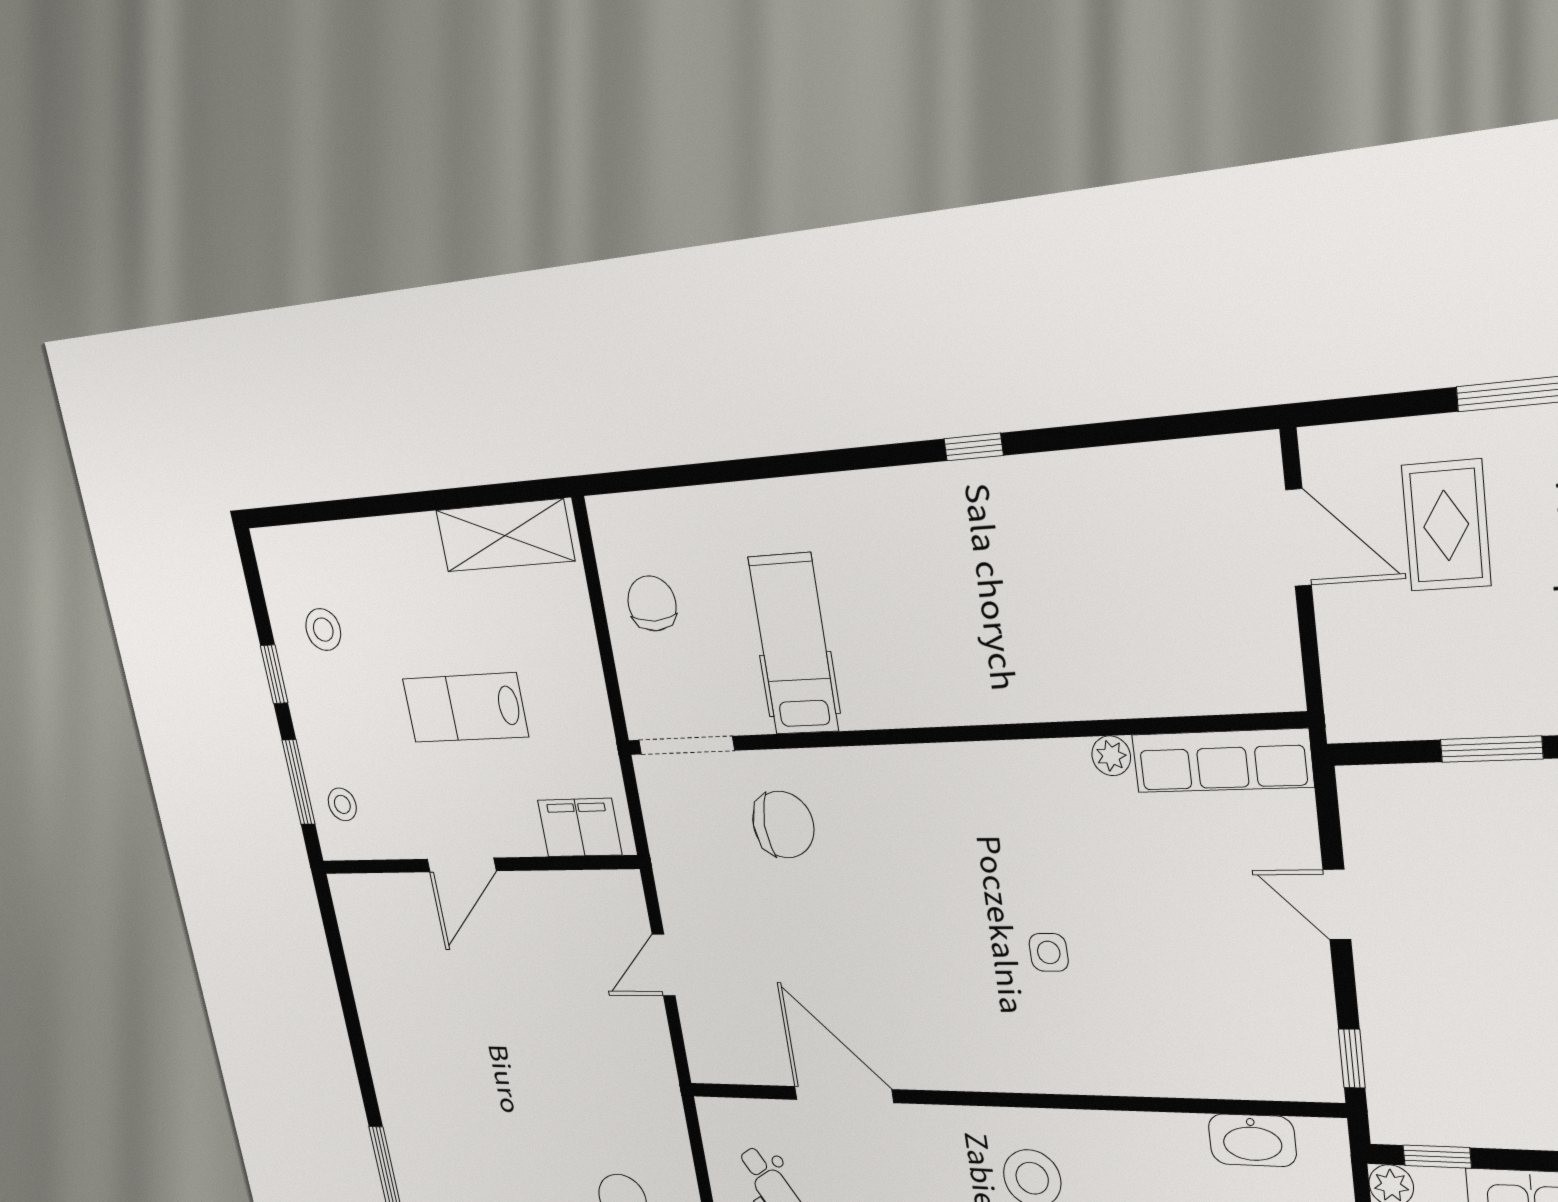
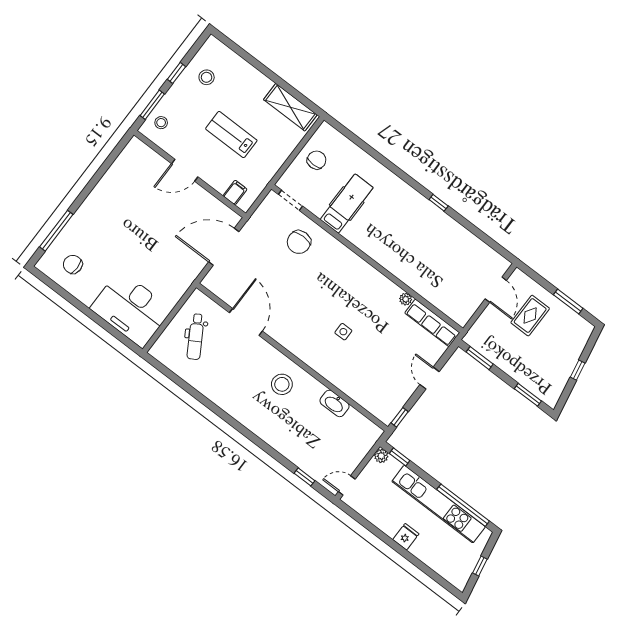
doorway: (686, 745) -> (290, 200), width x0.73
window: (1491, 749) -> (480, 358), moved
chair: (783, 825) -> (299, 242), turned 90
filing cabinet: (580, 828) -> (235, 193), width x0.50
door: (664, 965) -> (224, 247), width x1.87
washbasin: (1252, 1140) -> (335, 403), moved

